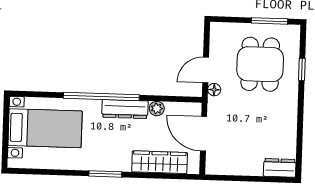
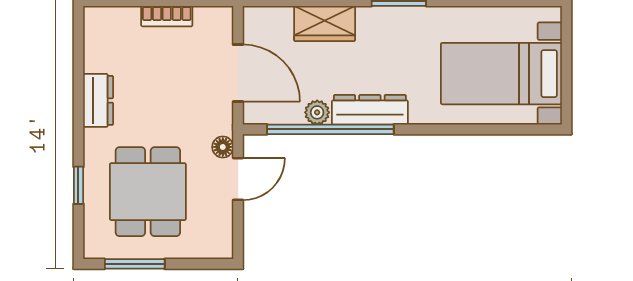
window: (101, 96) -> (330, 129), moved
wardrobe: (160, 162) -> (325, 23), width x0.67
dresser: (280, 168) -> (98, 100), moved, turned -90
bookcase: (245, 170) -> (167, 16), added

